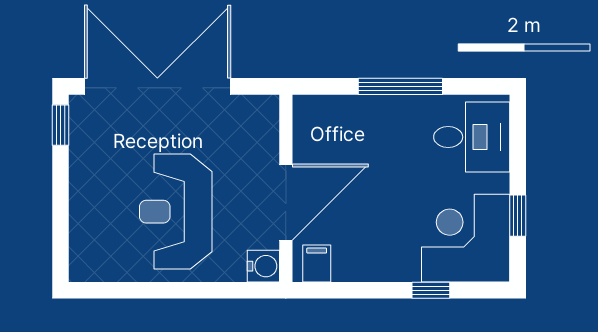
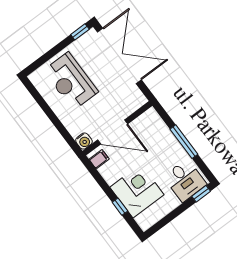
reception desk: (176, 212) -> (71, 81), moved, turned -90
window: (518, 216) -> (201, 194), moved
corner desk: (466, 238) -> (137, 191), moved

